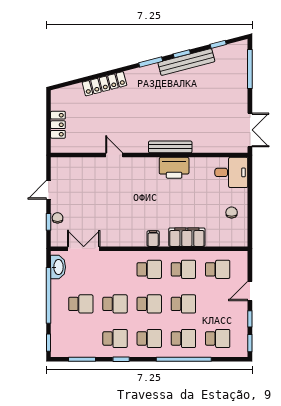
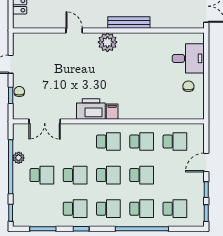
plant: (148, 167) -> (107, 42), added
printer: (174, 168) -> (91, 109), moved, turned 180
desk: (231, 172) -> (188, 58), moved
filing cabinet: (187, 237) -> (145, 110), removed
double door: (84, 249) -> (45, 121), swing flipped
washbasin: (58, 267) -> (20, 139), removed
plant: (57, 286) -> (19, 158), added

